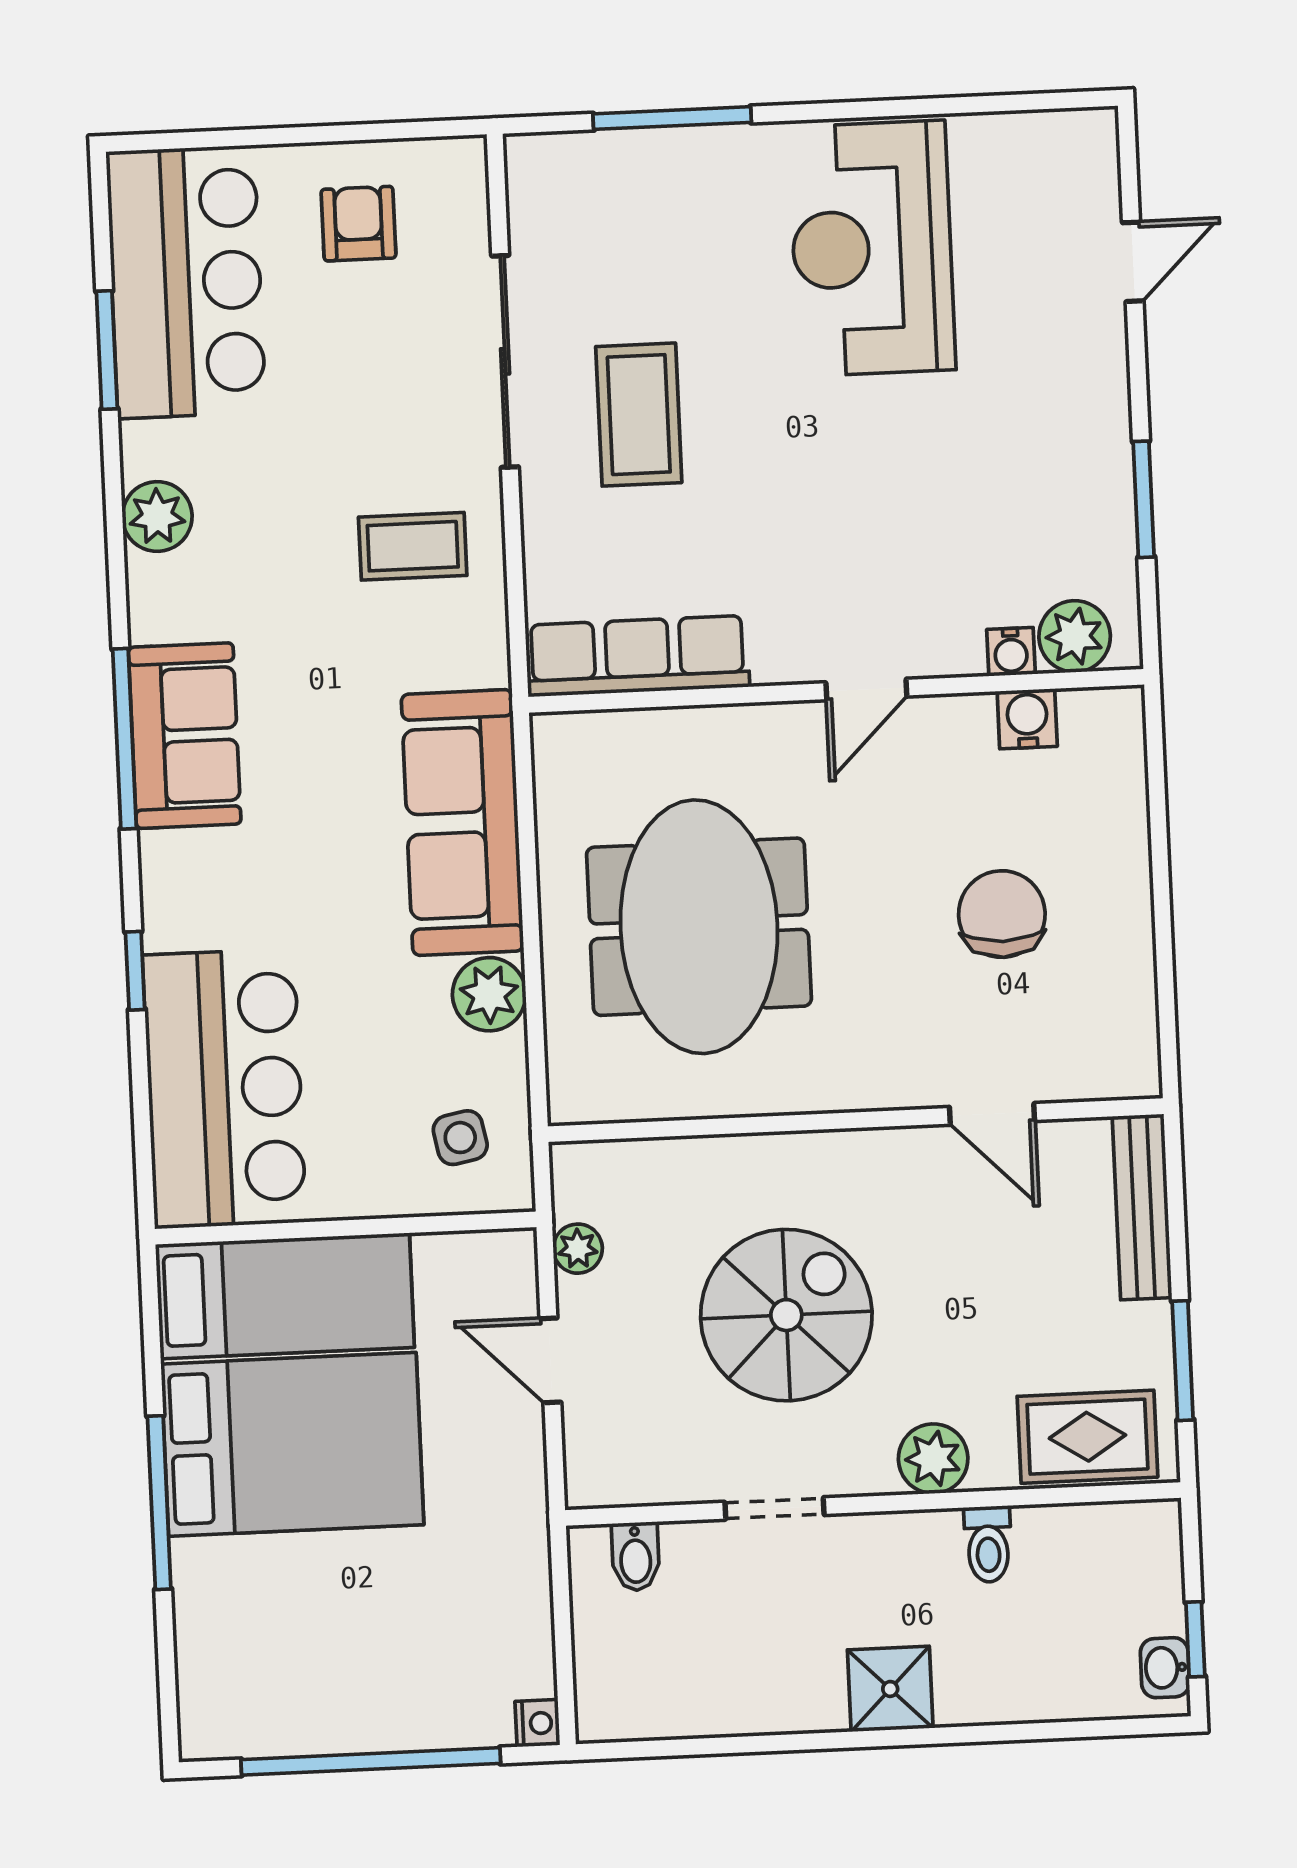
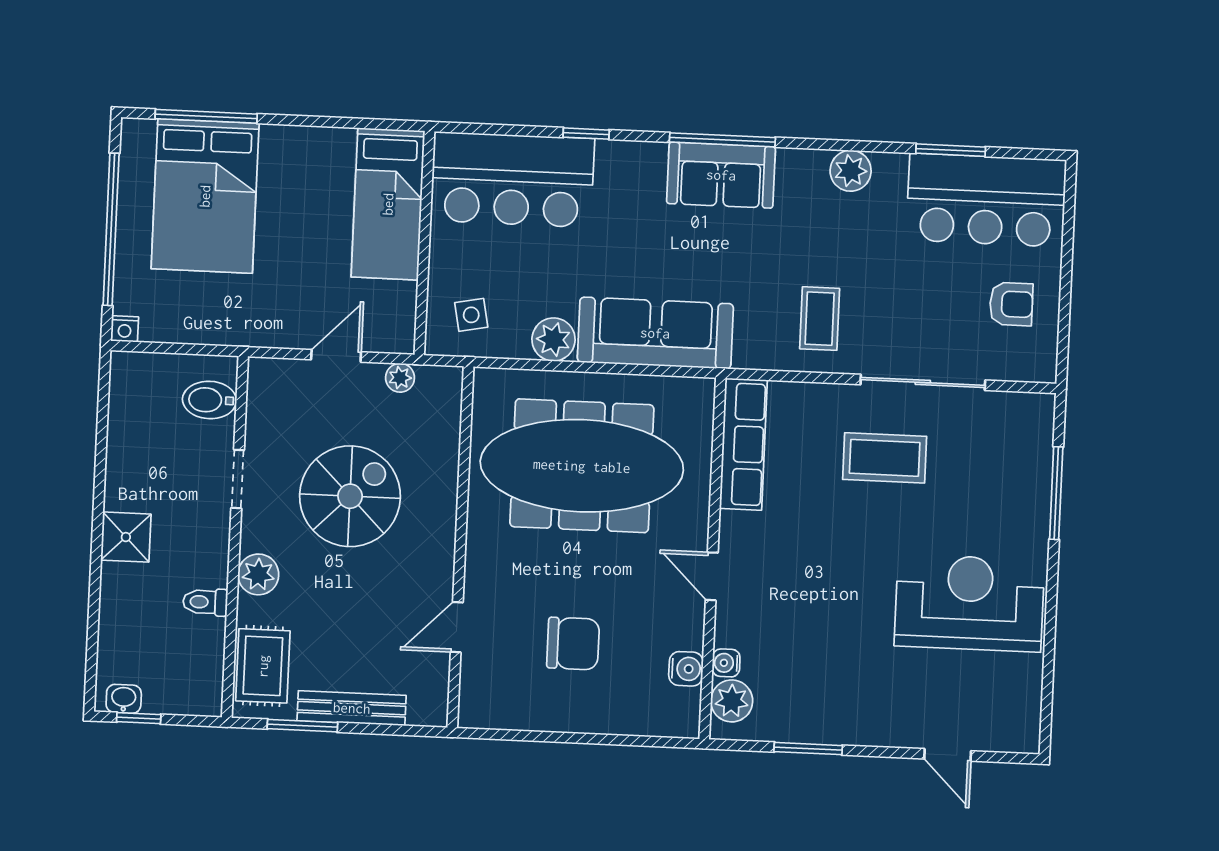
meeting table: (699, 927) -> (582, 466), width x1.36
bench: (1142, 1207) -> (352, 708), moved
spiral stairs: (786, 1315) -> (350, 496), turned -90
bed: (292, 1444) -> (205, 196), moved
window: (159, 1503) -> (206, 116), moved
bidet: (636, 1556) -> (210, 400), width x1.38, depth x1.36

